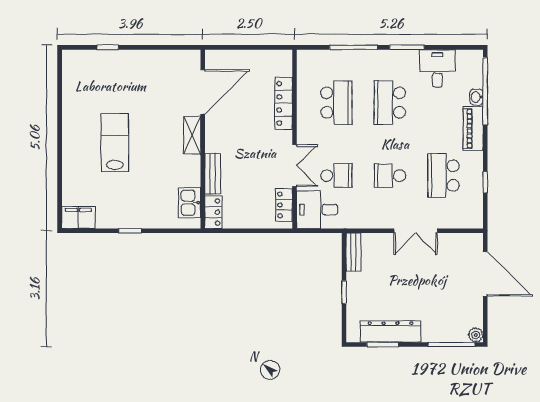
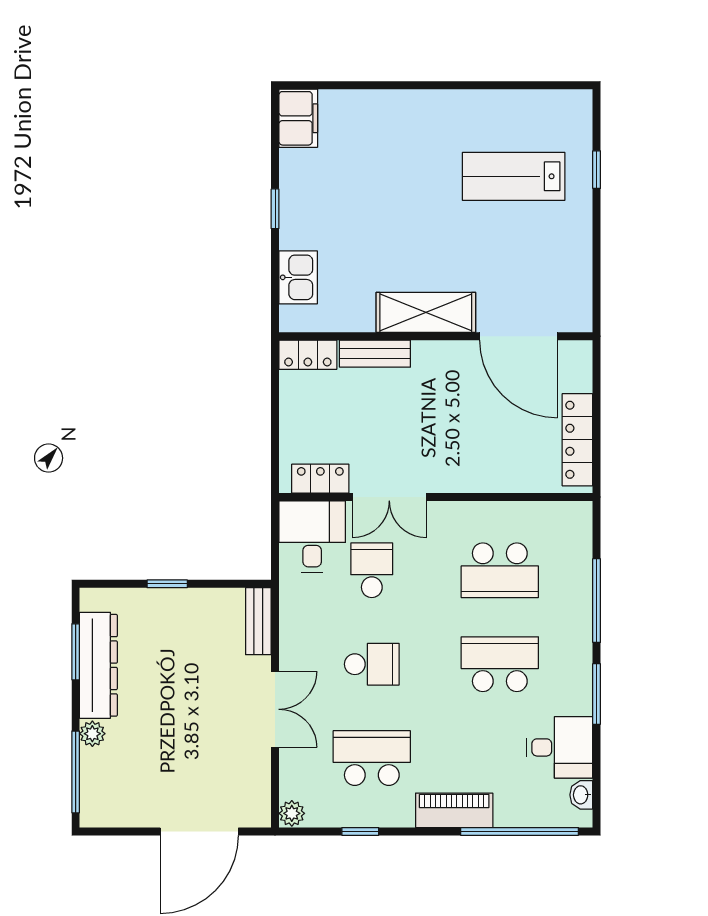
washbasin: (477, 97) -> (581, 795), moved, turned -90
locker: (284, 103) -> (577, 440), moved, turned -90
shelving: (192, 135) -> (426, 312), width x1.50, depth x1.33
lab bench: (115, 143) -> (514, 176), moved, turned 180
school desk: (336, 176) -> (372, 570), turned 180
school desk: (390, 176) -> (372, 664), turned 90
kitchen sink: (190, 203) -> (298, 277), moved, turned 90
plant: (475, 221) -> (292, 813), added
double door: (416, 231) -> (275, 709), swing flipped
bench: (354, 252) -> (258, 621), moved, turned 90
plant: (476, 335) -> (92, 734), moved

